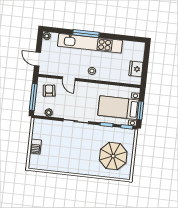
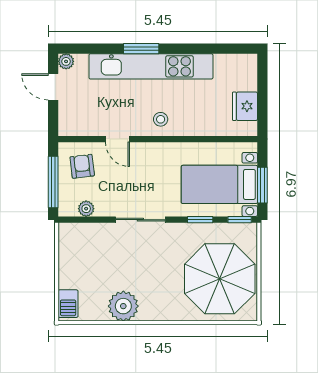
window: (86, 34) -> (141, 49), width x0.69
door: (37, 59) -> (53, 87), moved
barbecue: (36, 146) -> (68, 304), moved
parasol: (113, 156) -> (220, 279), width x1.36, depth x1.36
plant: (62, 165) -> (123, 306), added

